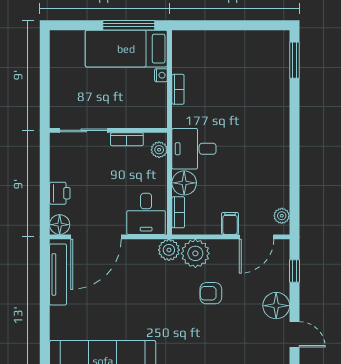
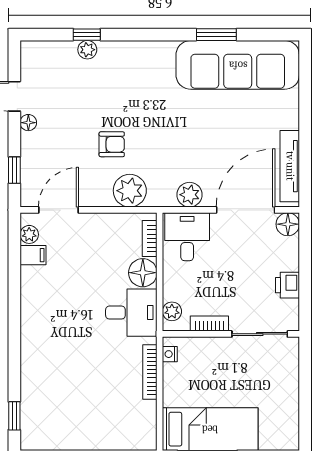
window: (294, 60) -> (14, 416), width x0.67
nightstand: (161, 75) -> (170, 354), moved
bookcase: (178, 89) -> (150, 372), width x1.56
printer: (60, 193) -> (288, 285), moved
filing cabinet: (230, 223) -> (33, 255), moved, turned -90
plant: (169, 250) -> (190, 195), moved
floor lamp: (276, 306) -> (28, 123), width x0.53, depth x0.53

